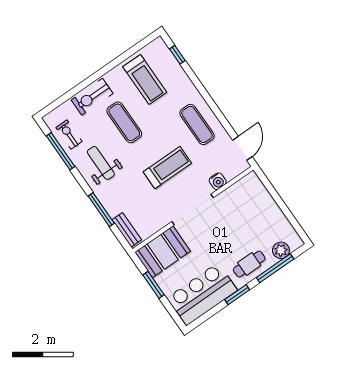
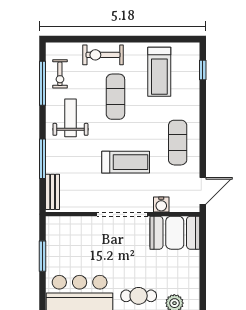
exercise bike: (69, 134) -> (60, 74), turned 180
booth: (163, 252) -> (175, 233), moved

